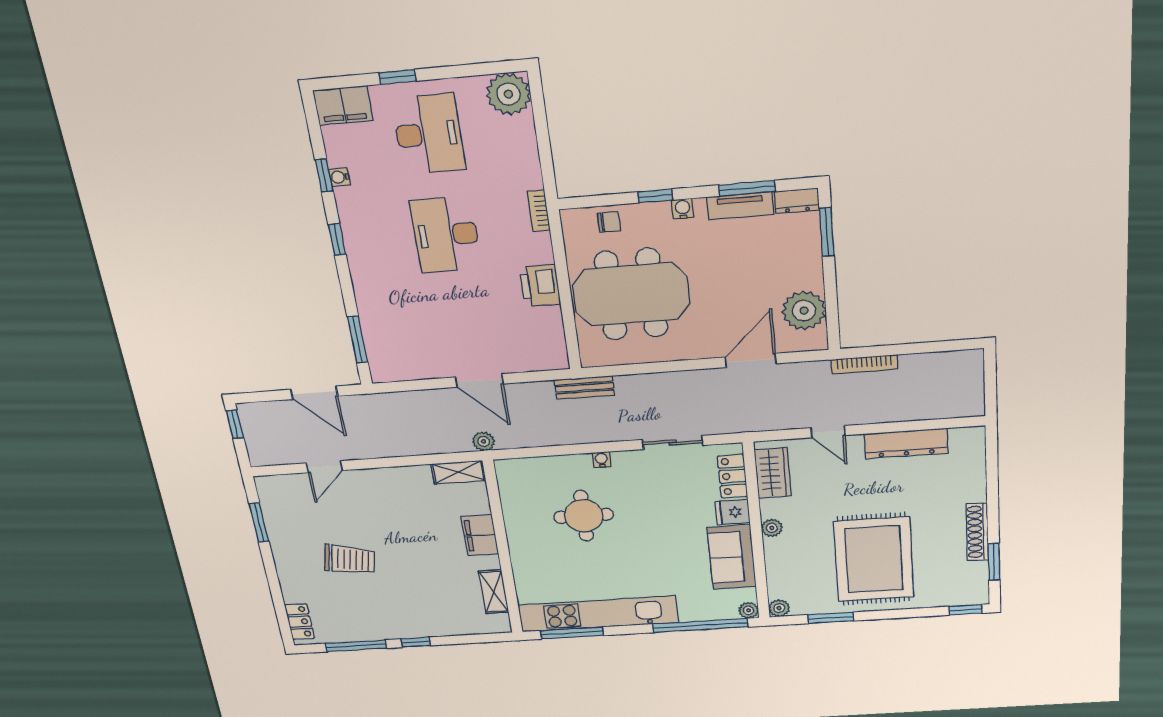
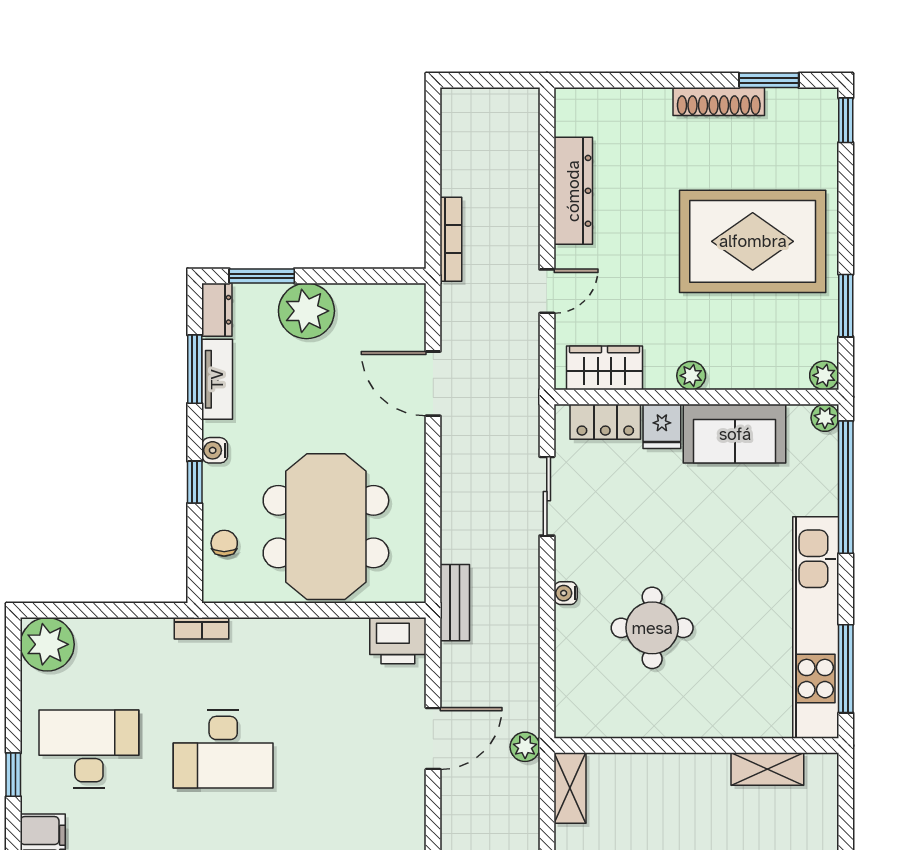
printer: (540, 286) -> (398, 641), moved
plant: (804, 311) -> (306, 311), moved
filing cabinet: (480, 535) -> (672, 774), removed

